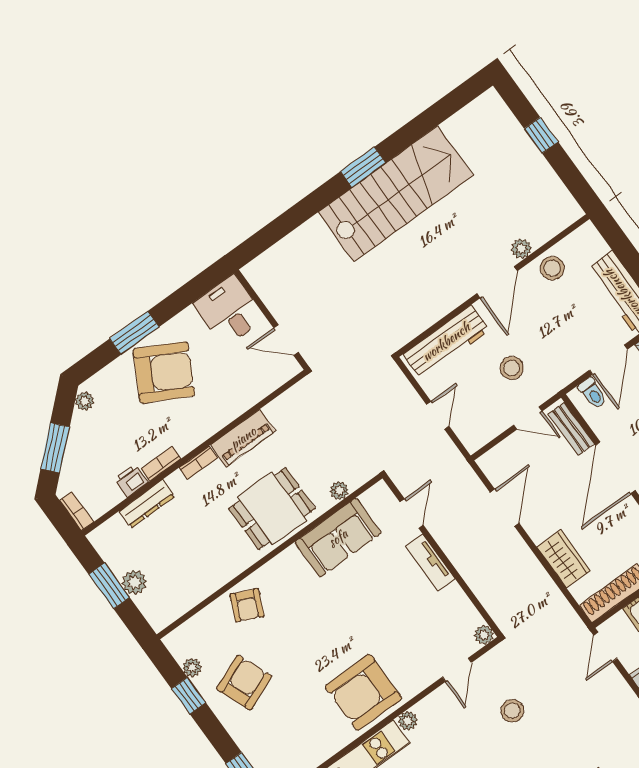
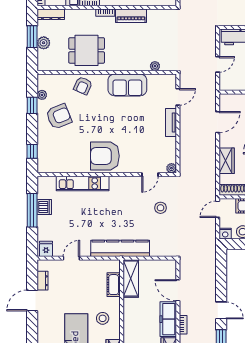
dresser: (147, 504) -> (51, 14), moved
dining table: (272, 509) -> (87, 50), moved
sofa: (338, 538) -> (127, 85), moved
plant: (408, 721) -> (115, 181), removed

